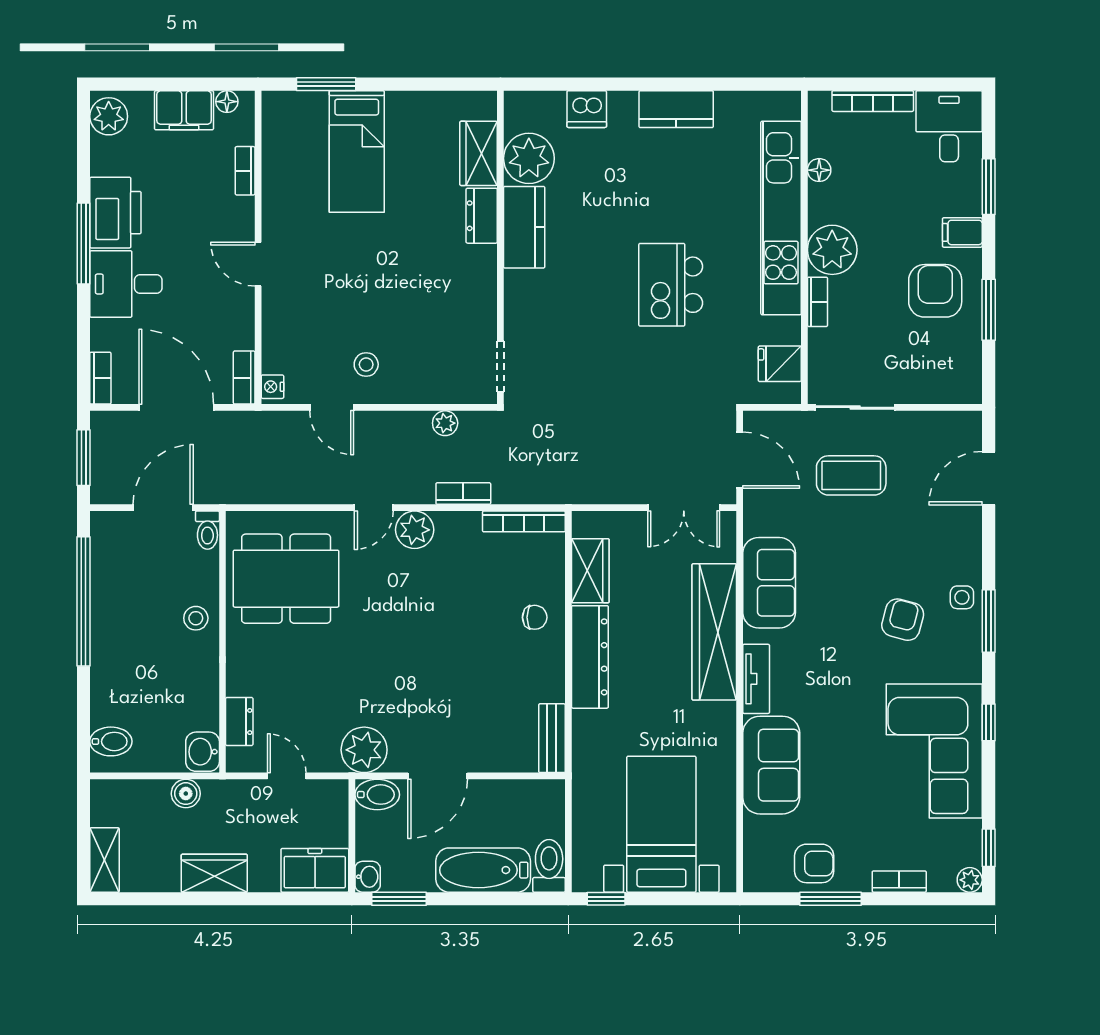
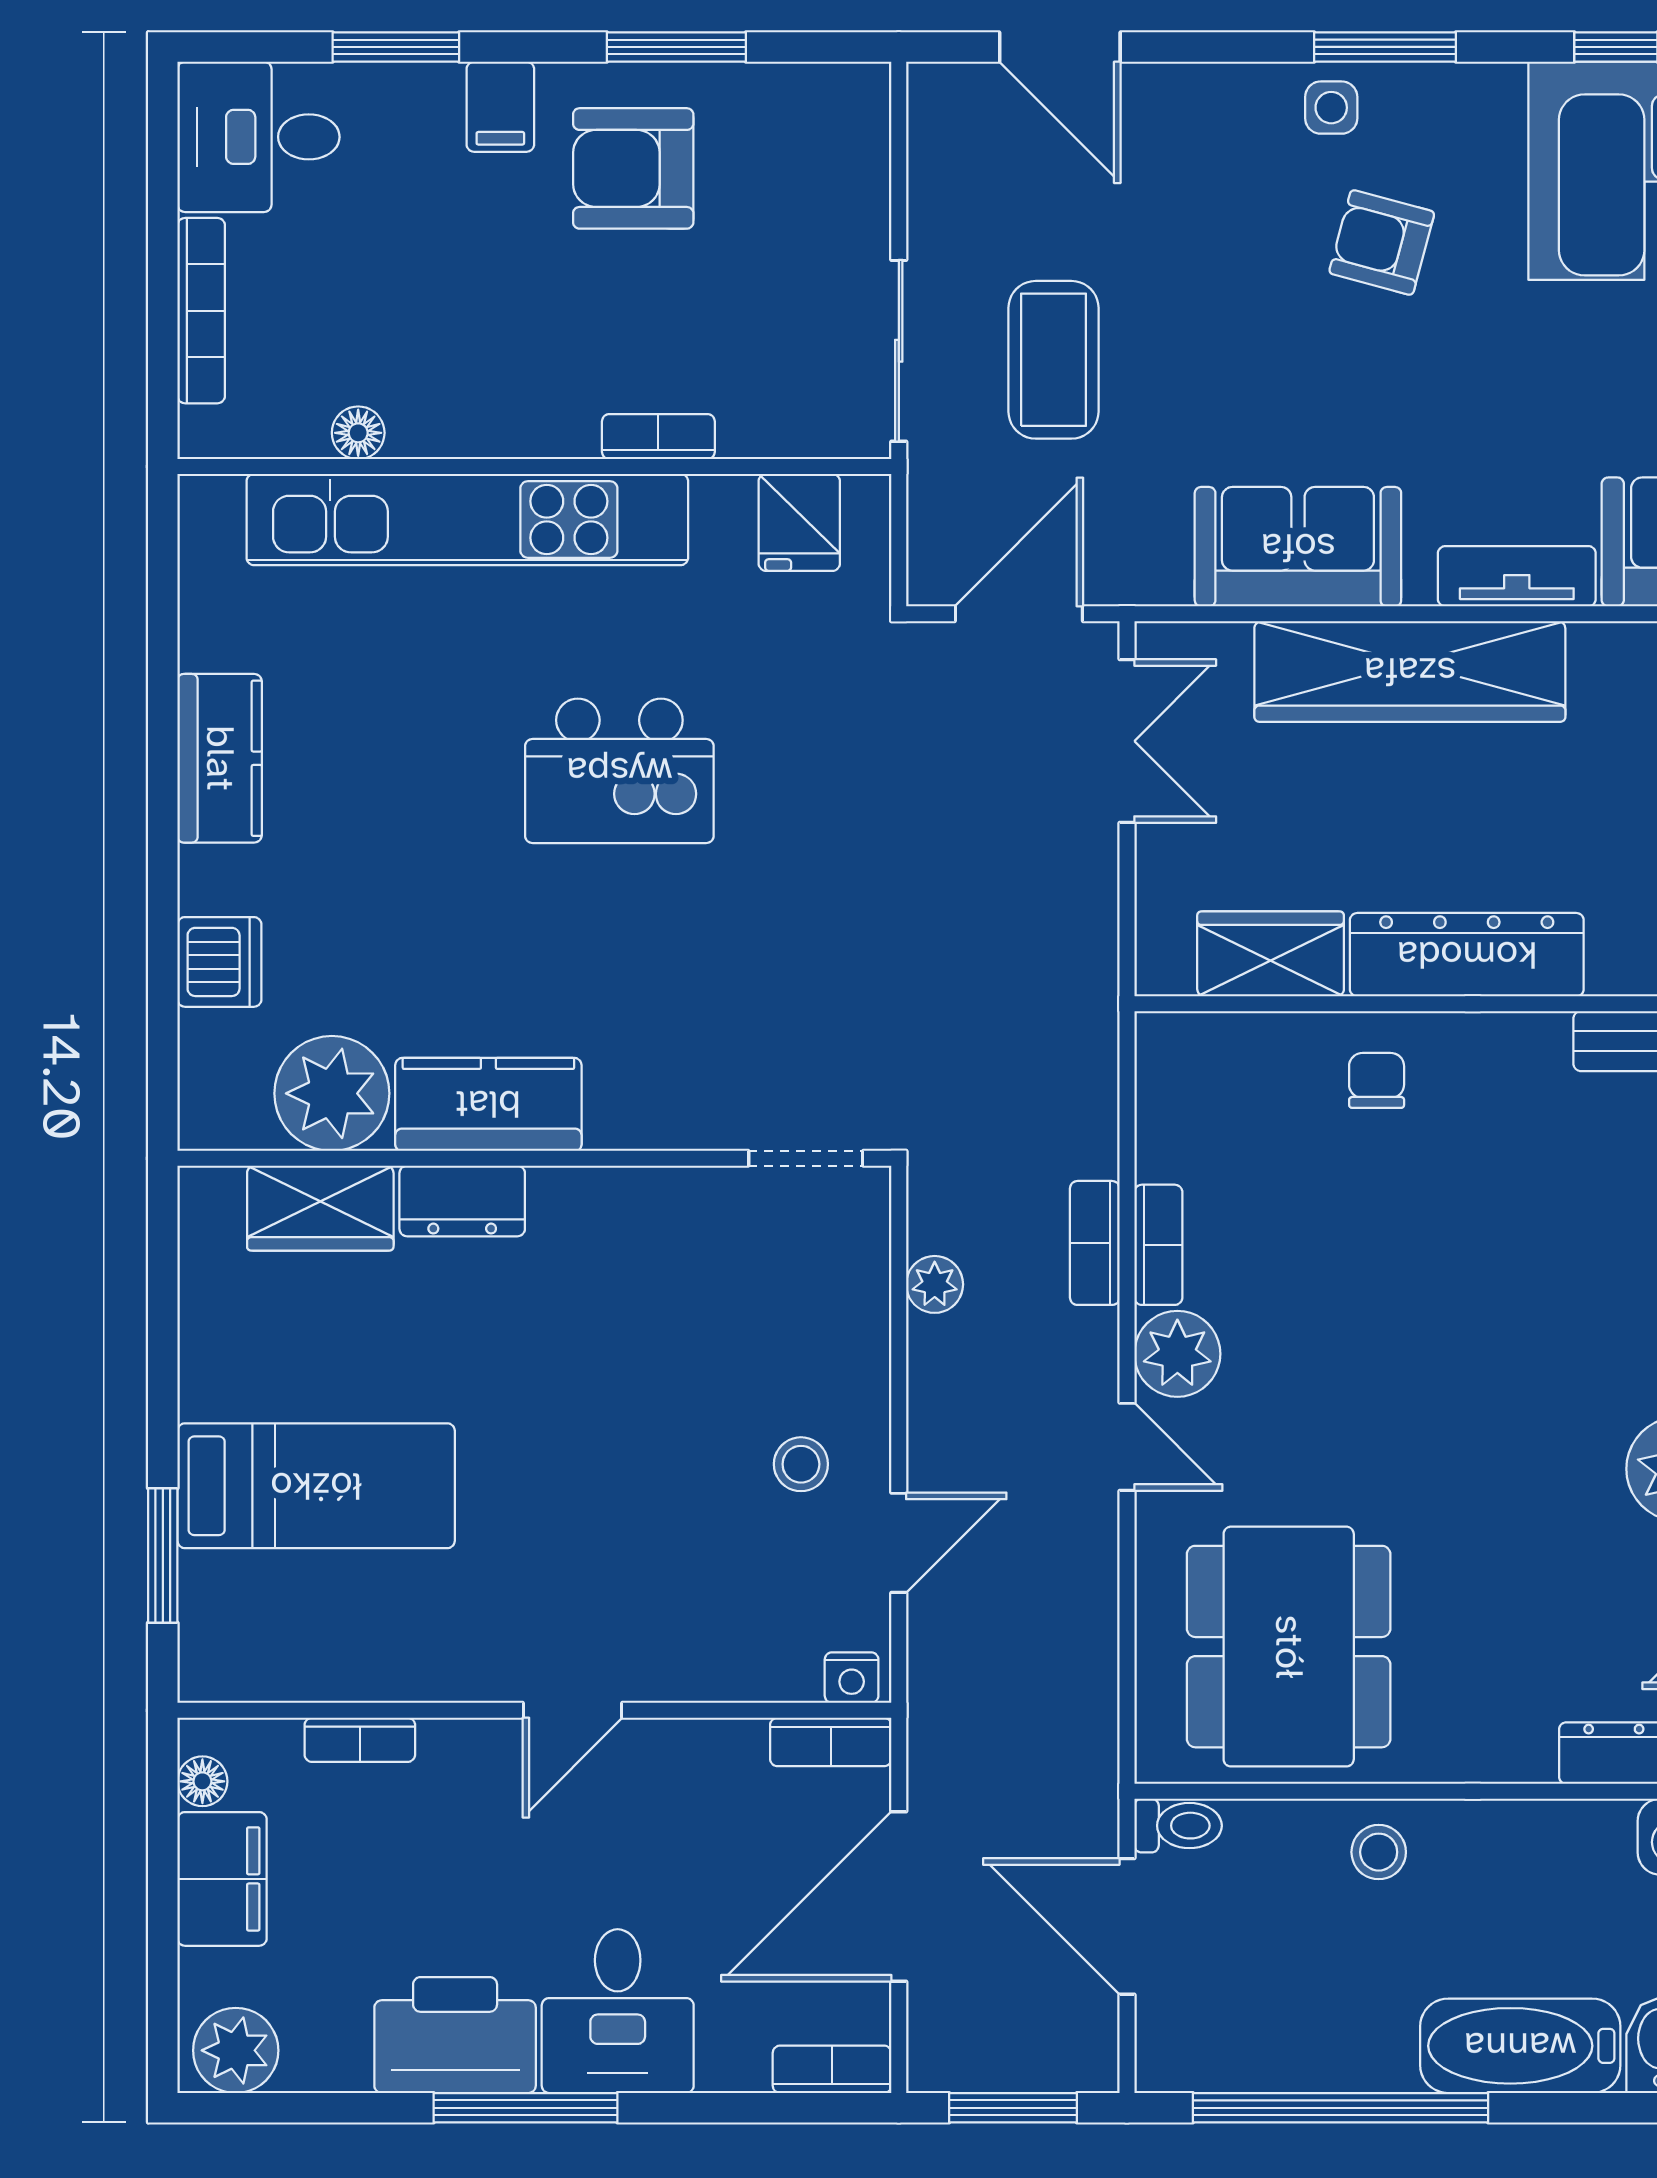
plant: (832, 250) -> (540, 403), removed
bookcase: (524, 521) -> (1158, 1245), moved, width x0.64
bathtub: (111, 680) -> (1520, 2046), added

